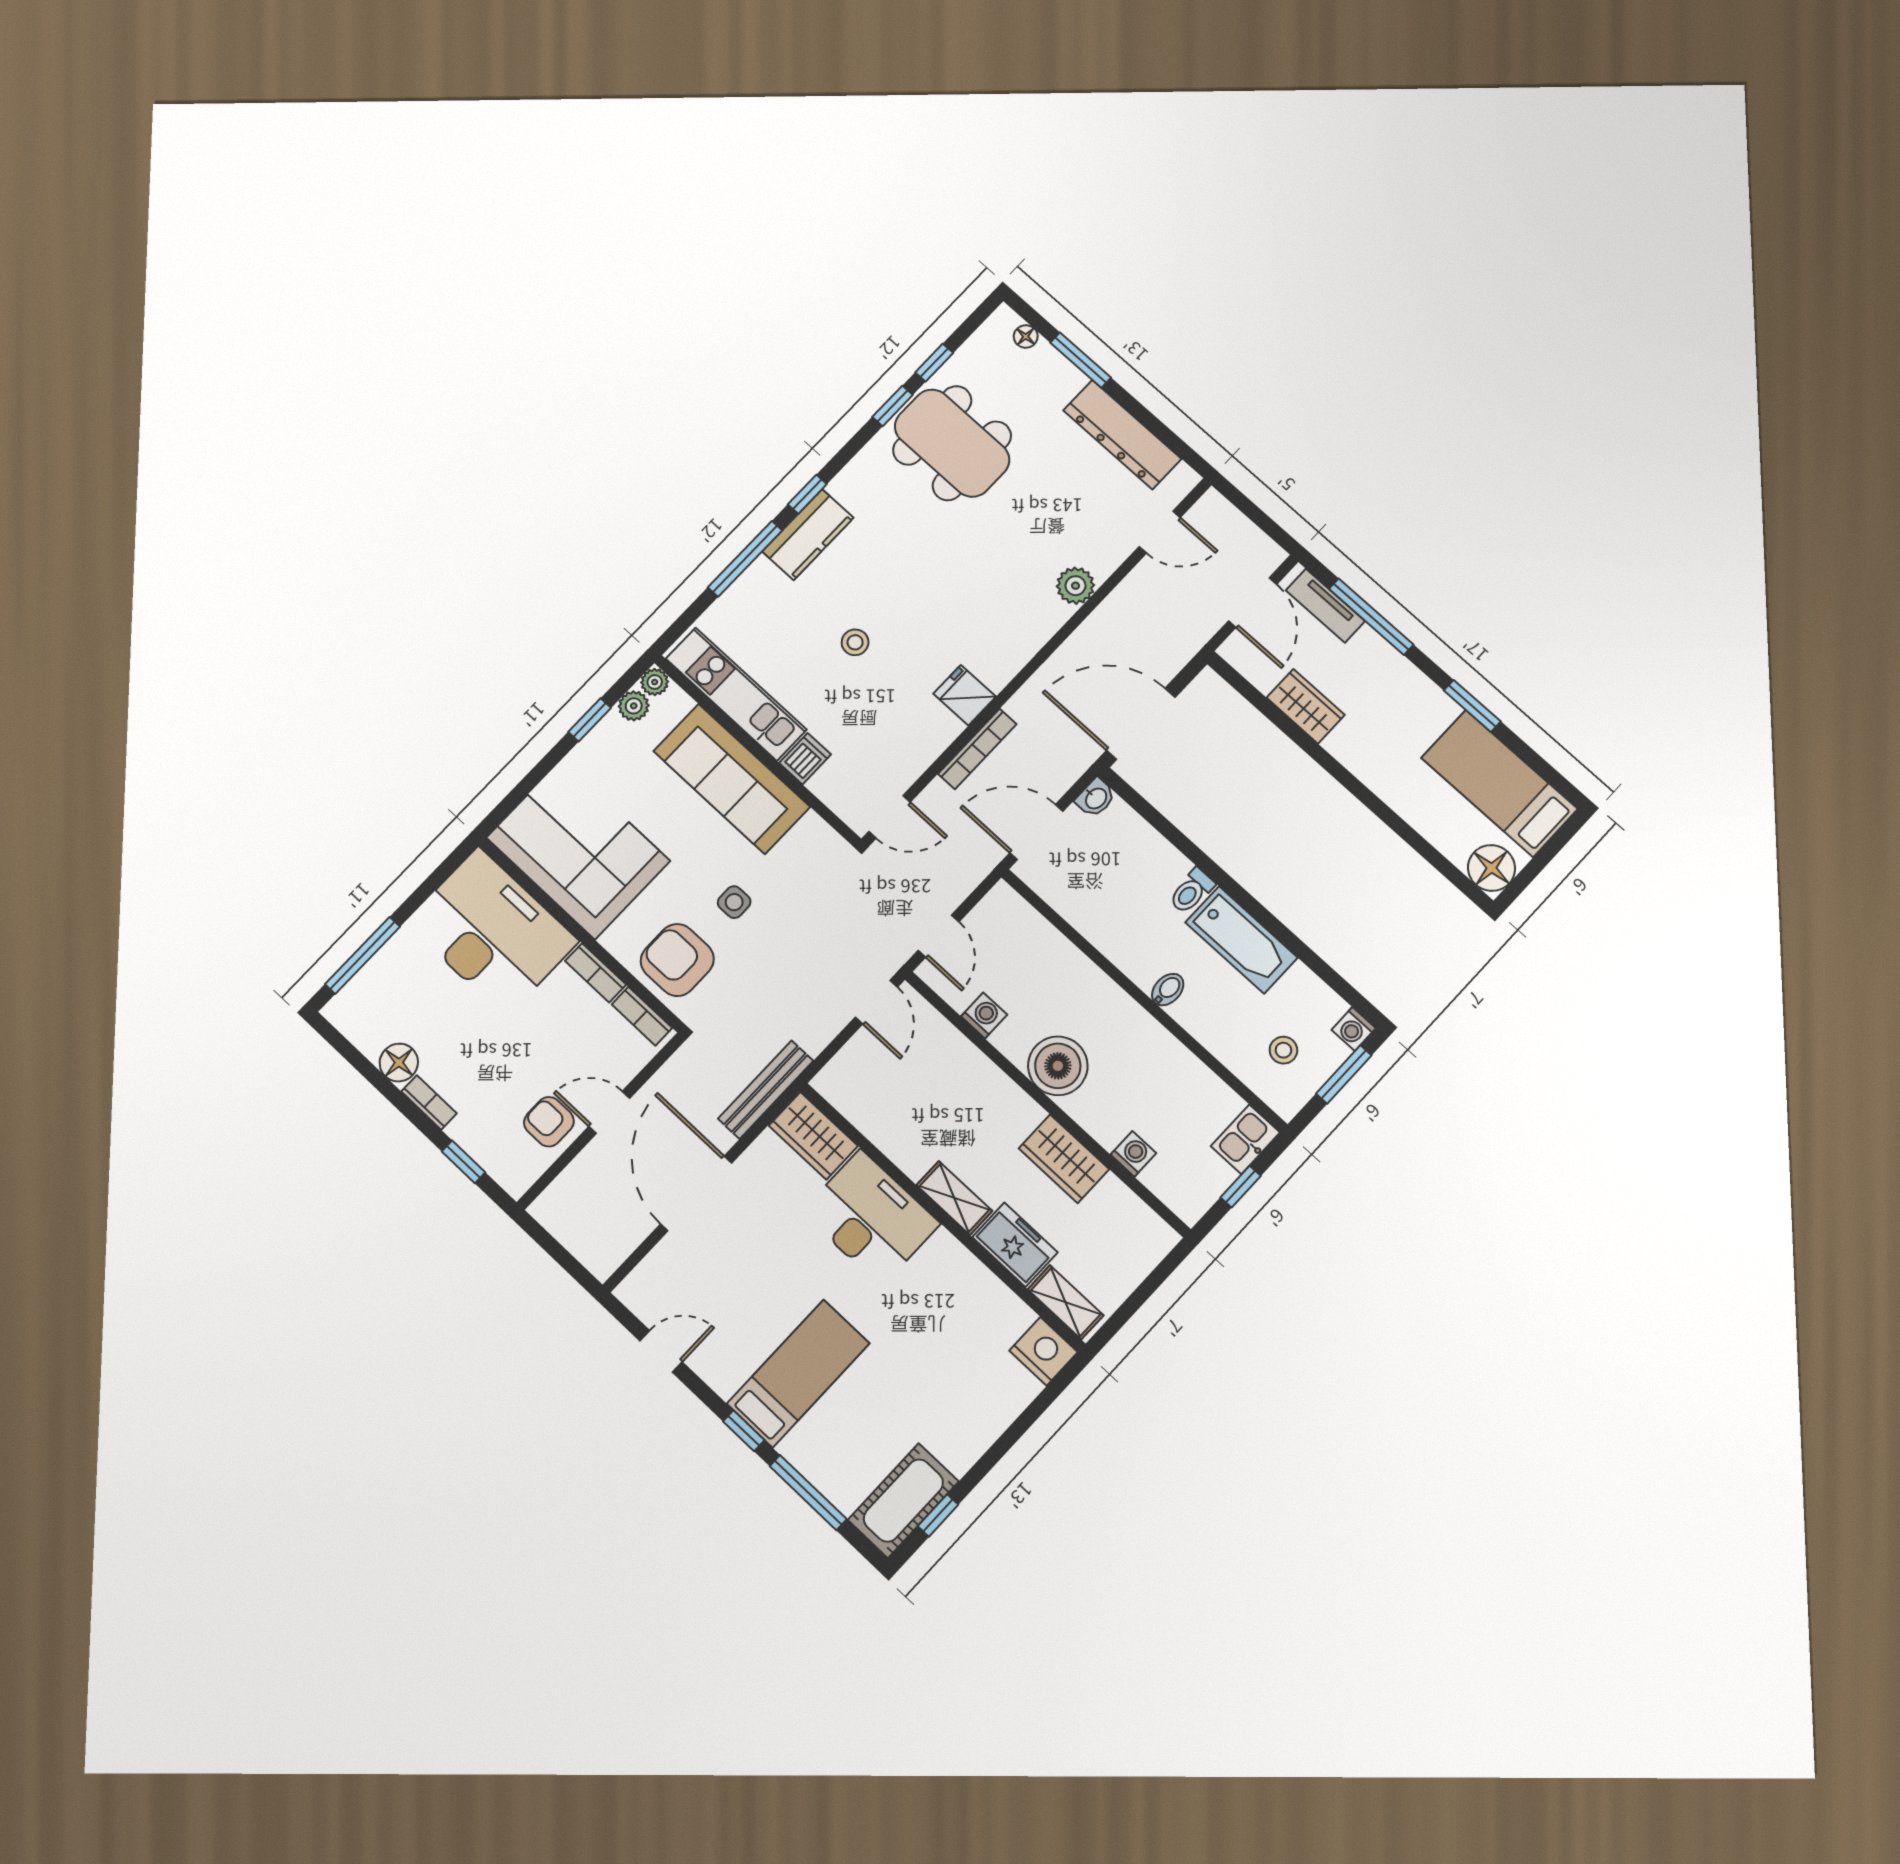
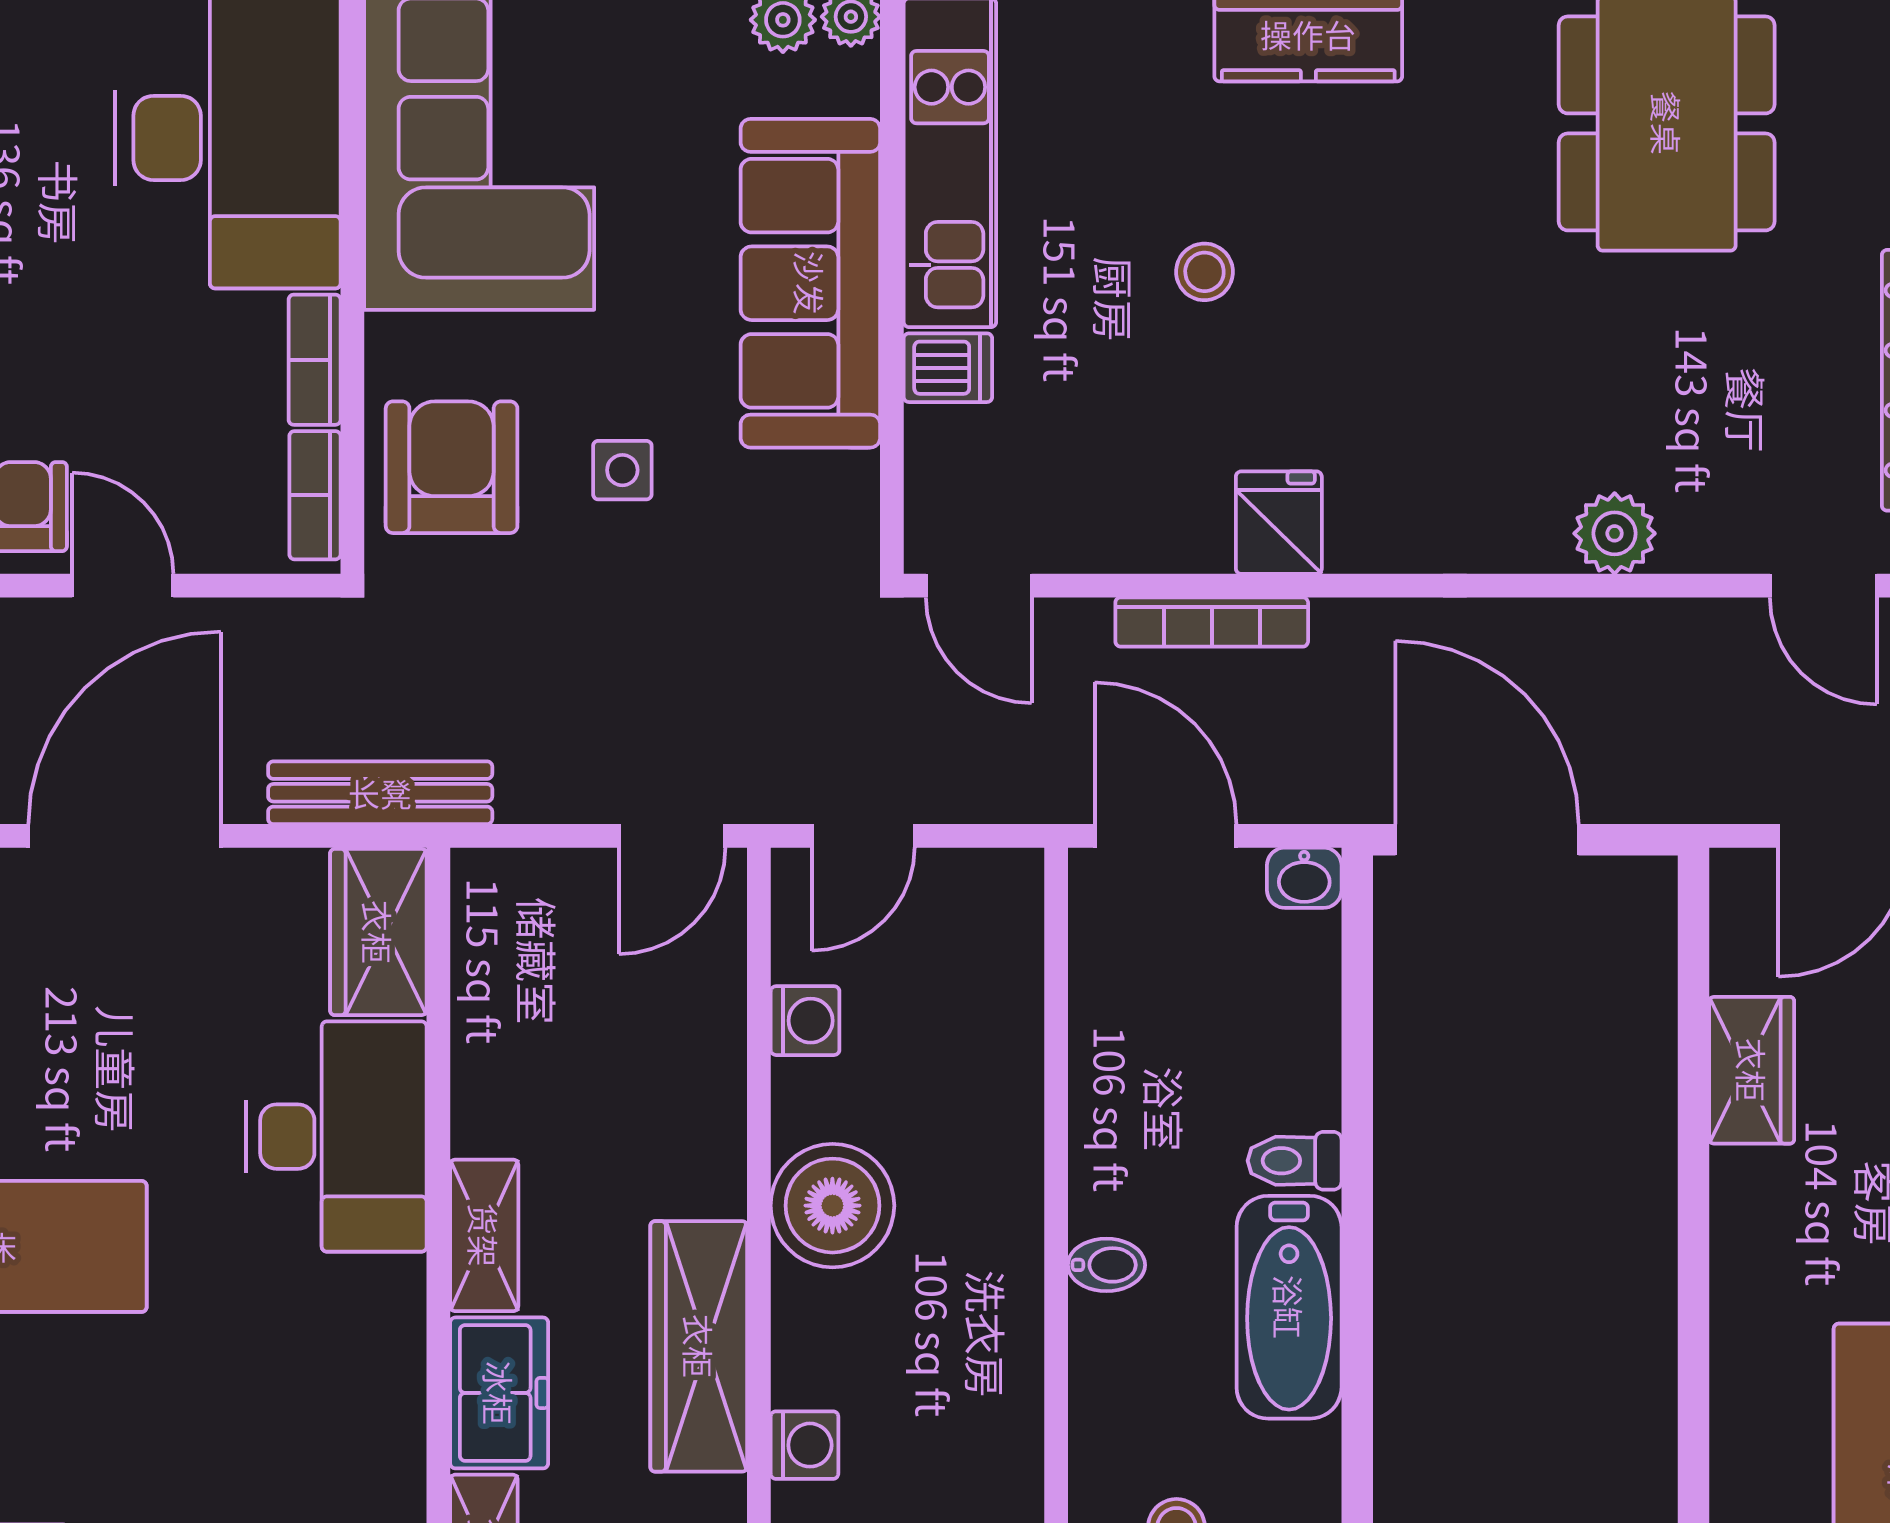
wardrobe: (1064, 1159) -> (699, 1346), width x1.50

